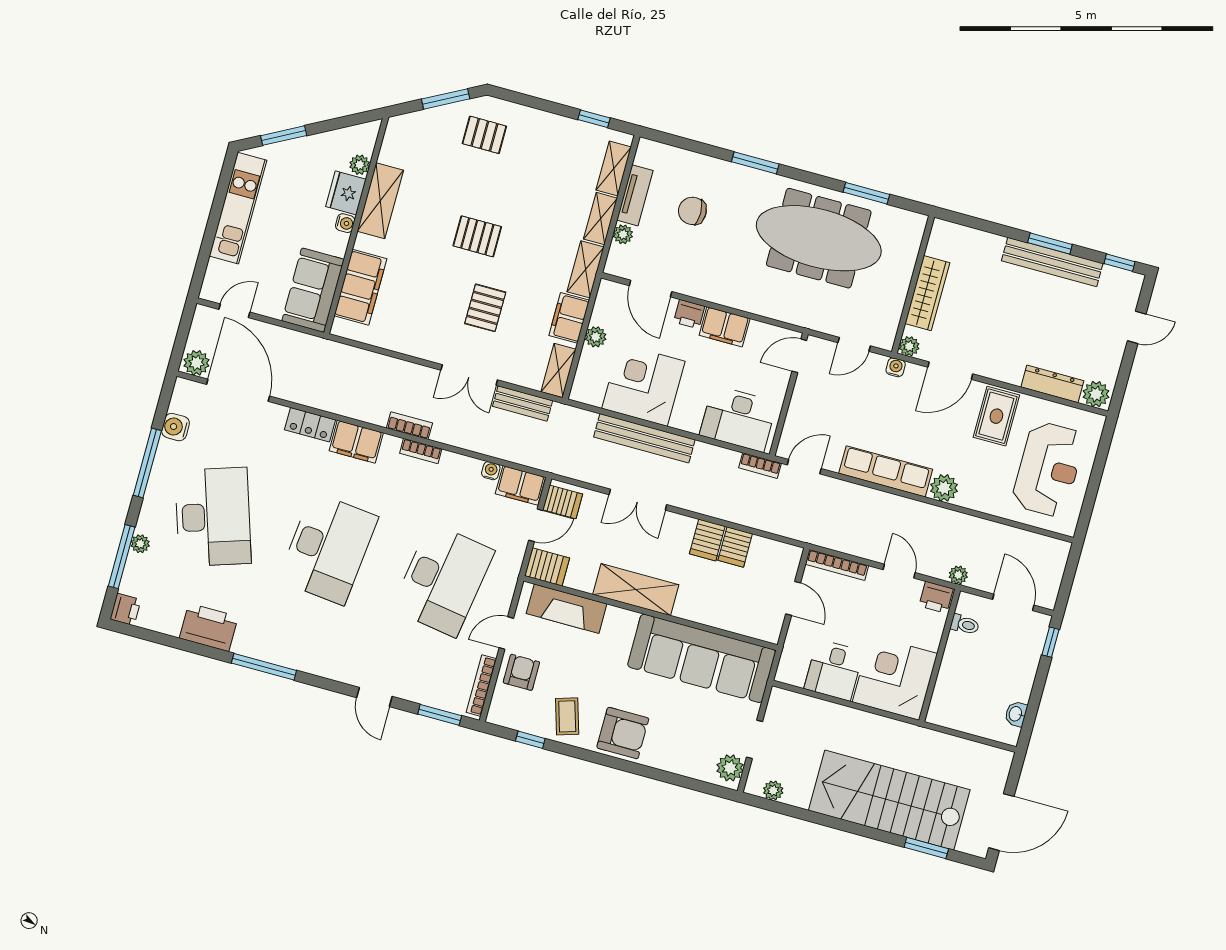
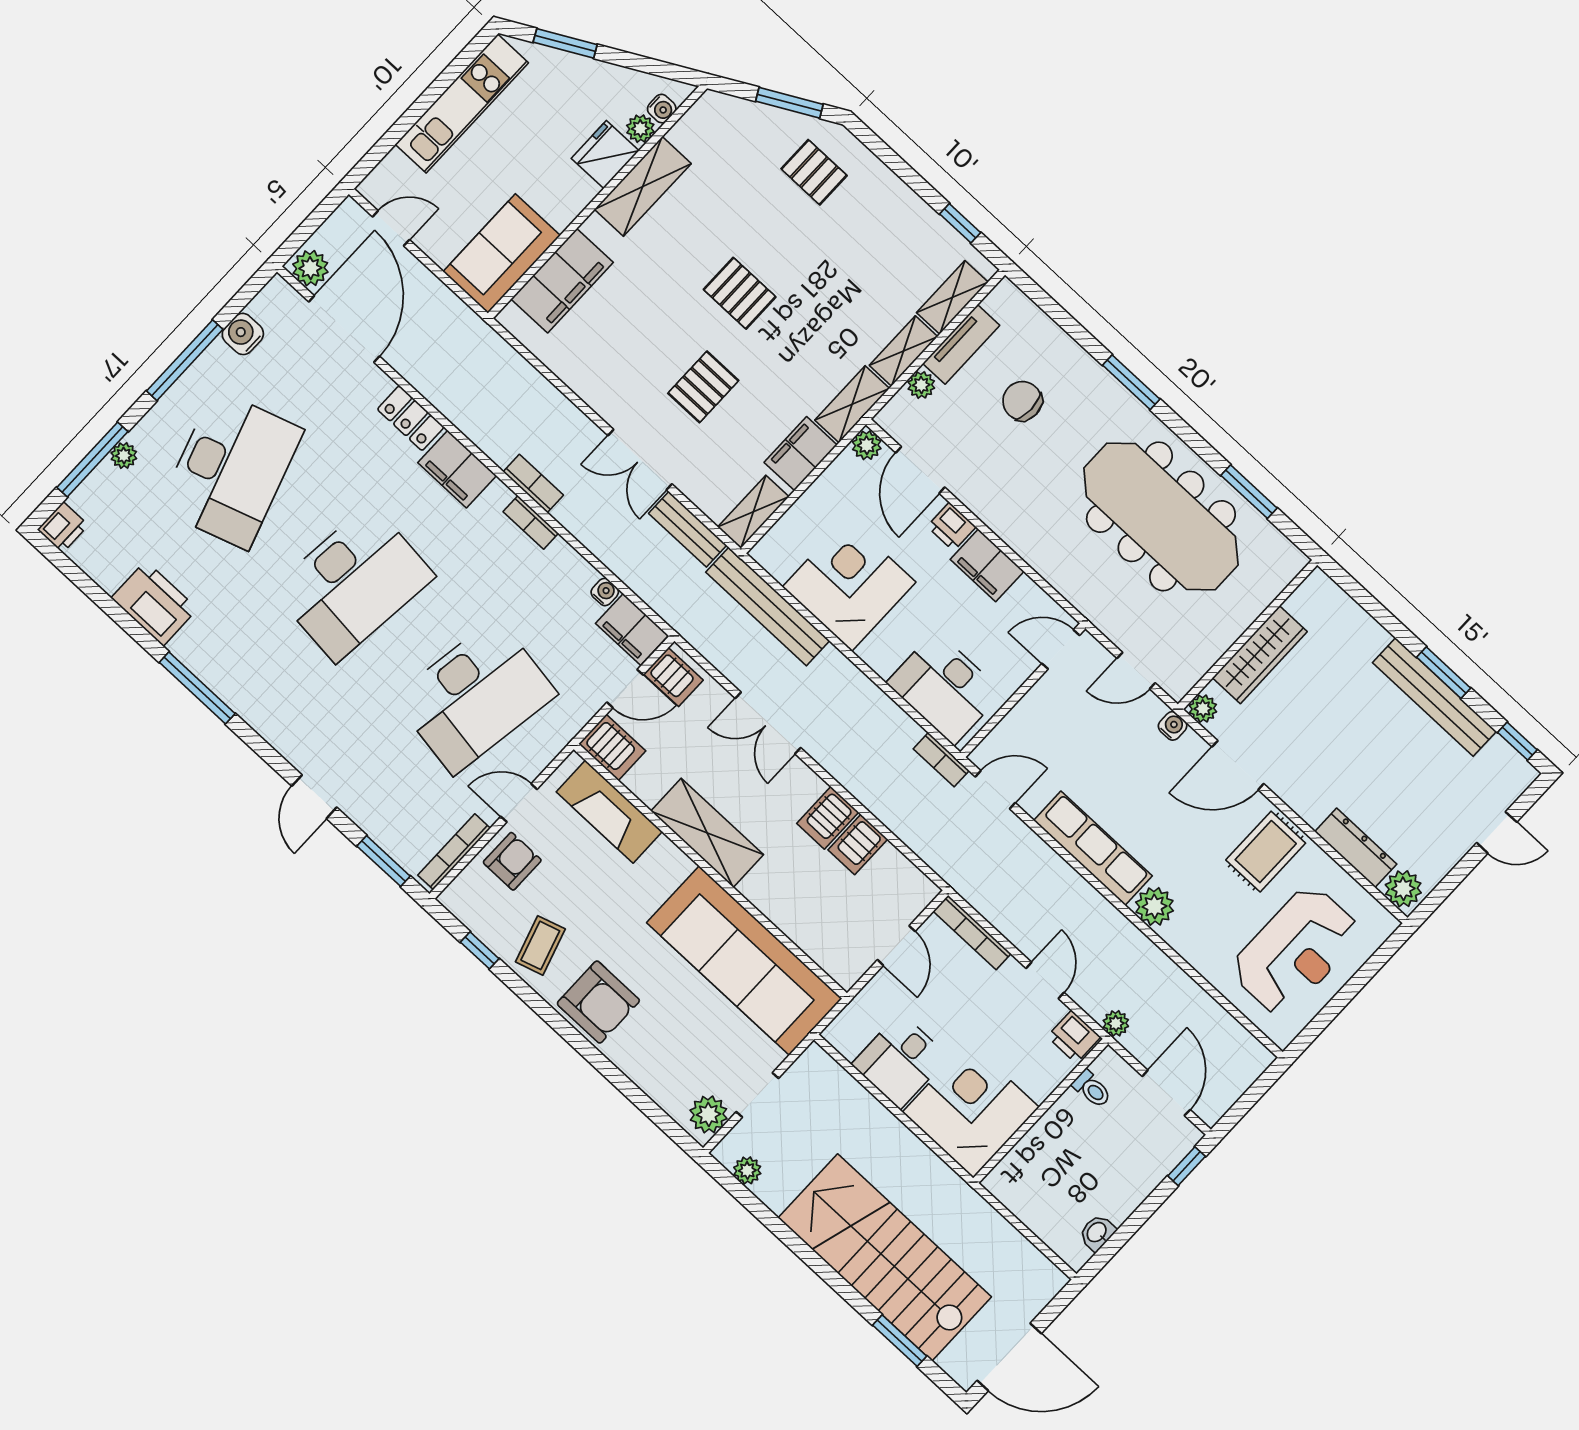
water cooler: (345, 223) -> (662, 109), moved
plant: (596, 337) -> (867, 445), moved
bench: (644, 438) -> (768, 606), moved

